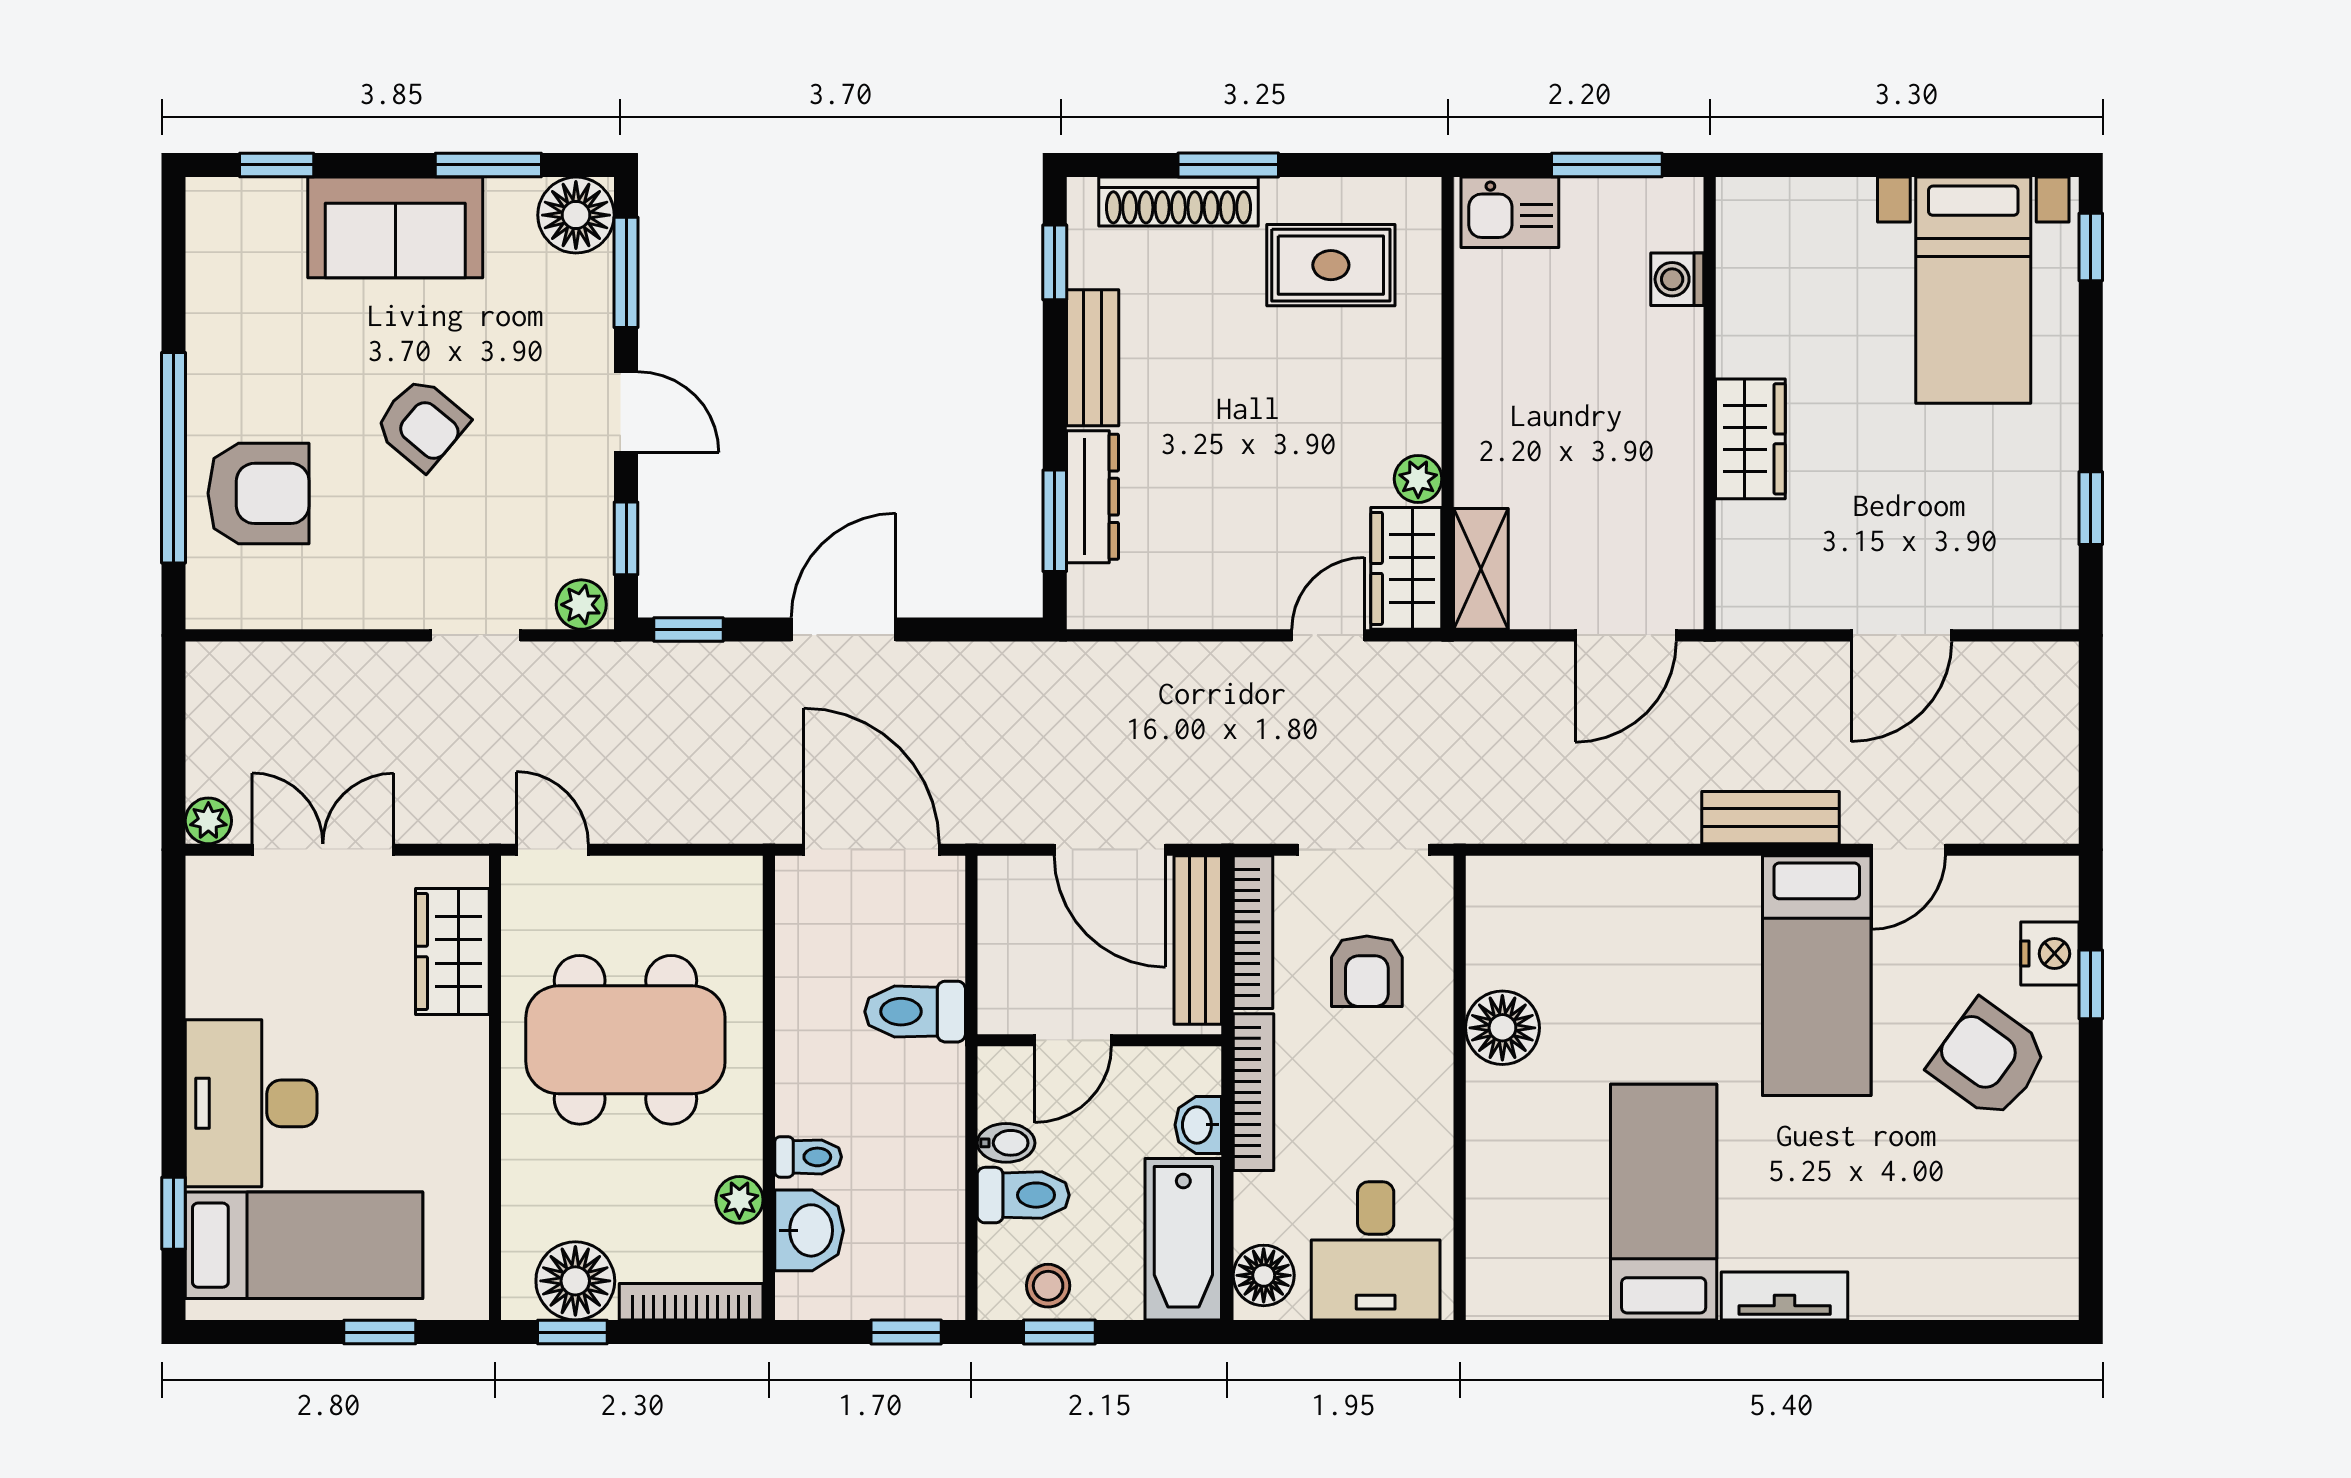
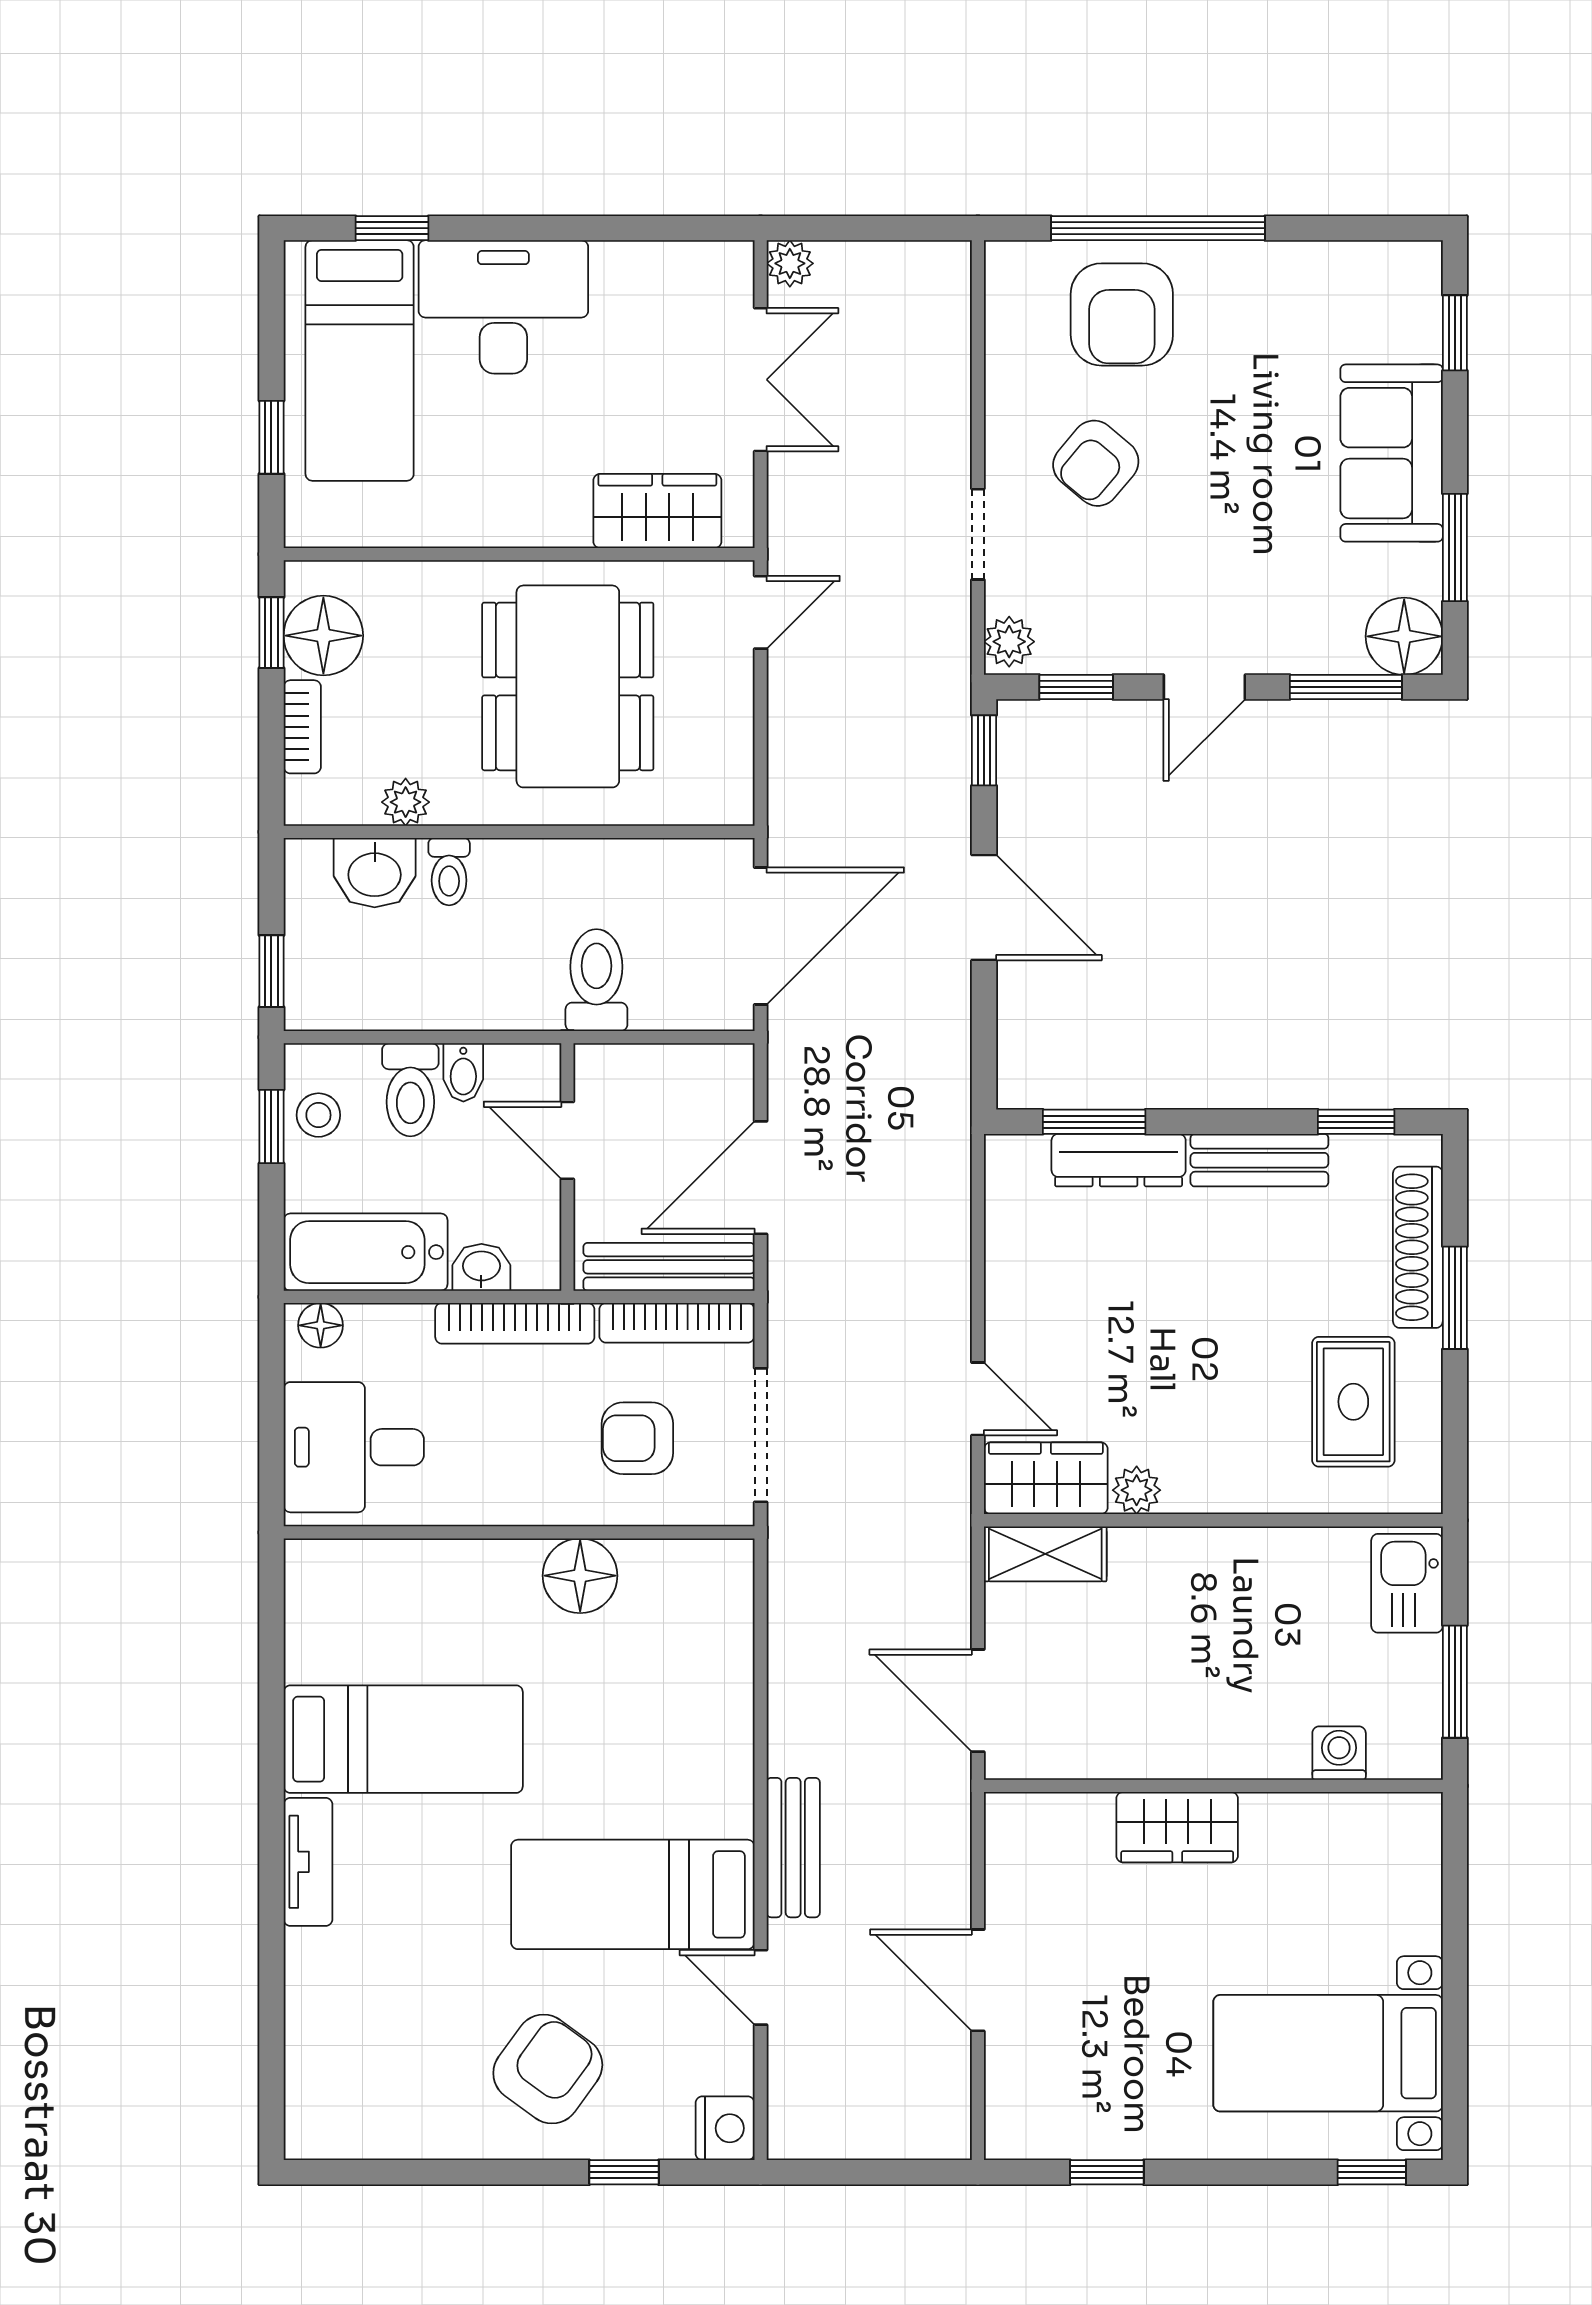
armchair: (422, 424) -> (1096, 463), moved
nightstand: (2050, 954) -> (725, 2128), moved, turned -90
floor lamp: (1264, 1275) -> (321, 1325), width x0.73, depth x0.73
bookcase: (691, 1302) -> (302, 727), width x0.64

